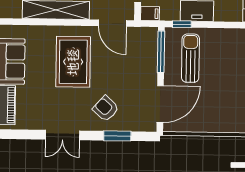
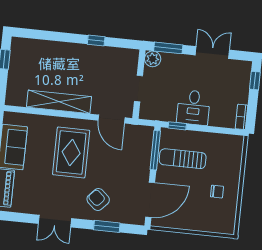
filing cabinet: (150, 14) -> (148, 113), removed
sun lounger: (190, 58) -> (183, 159), turned -90
chair: (230, 89) -> (217, 192), added

